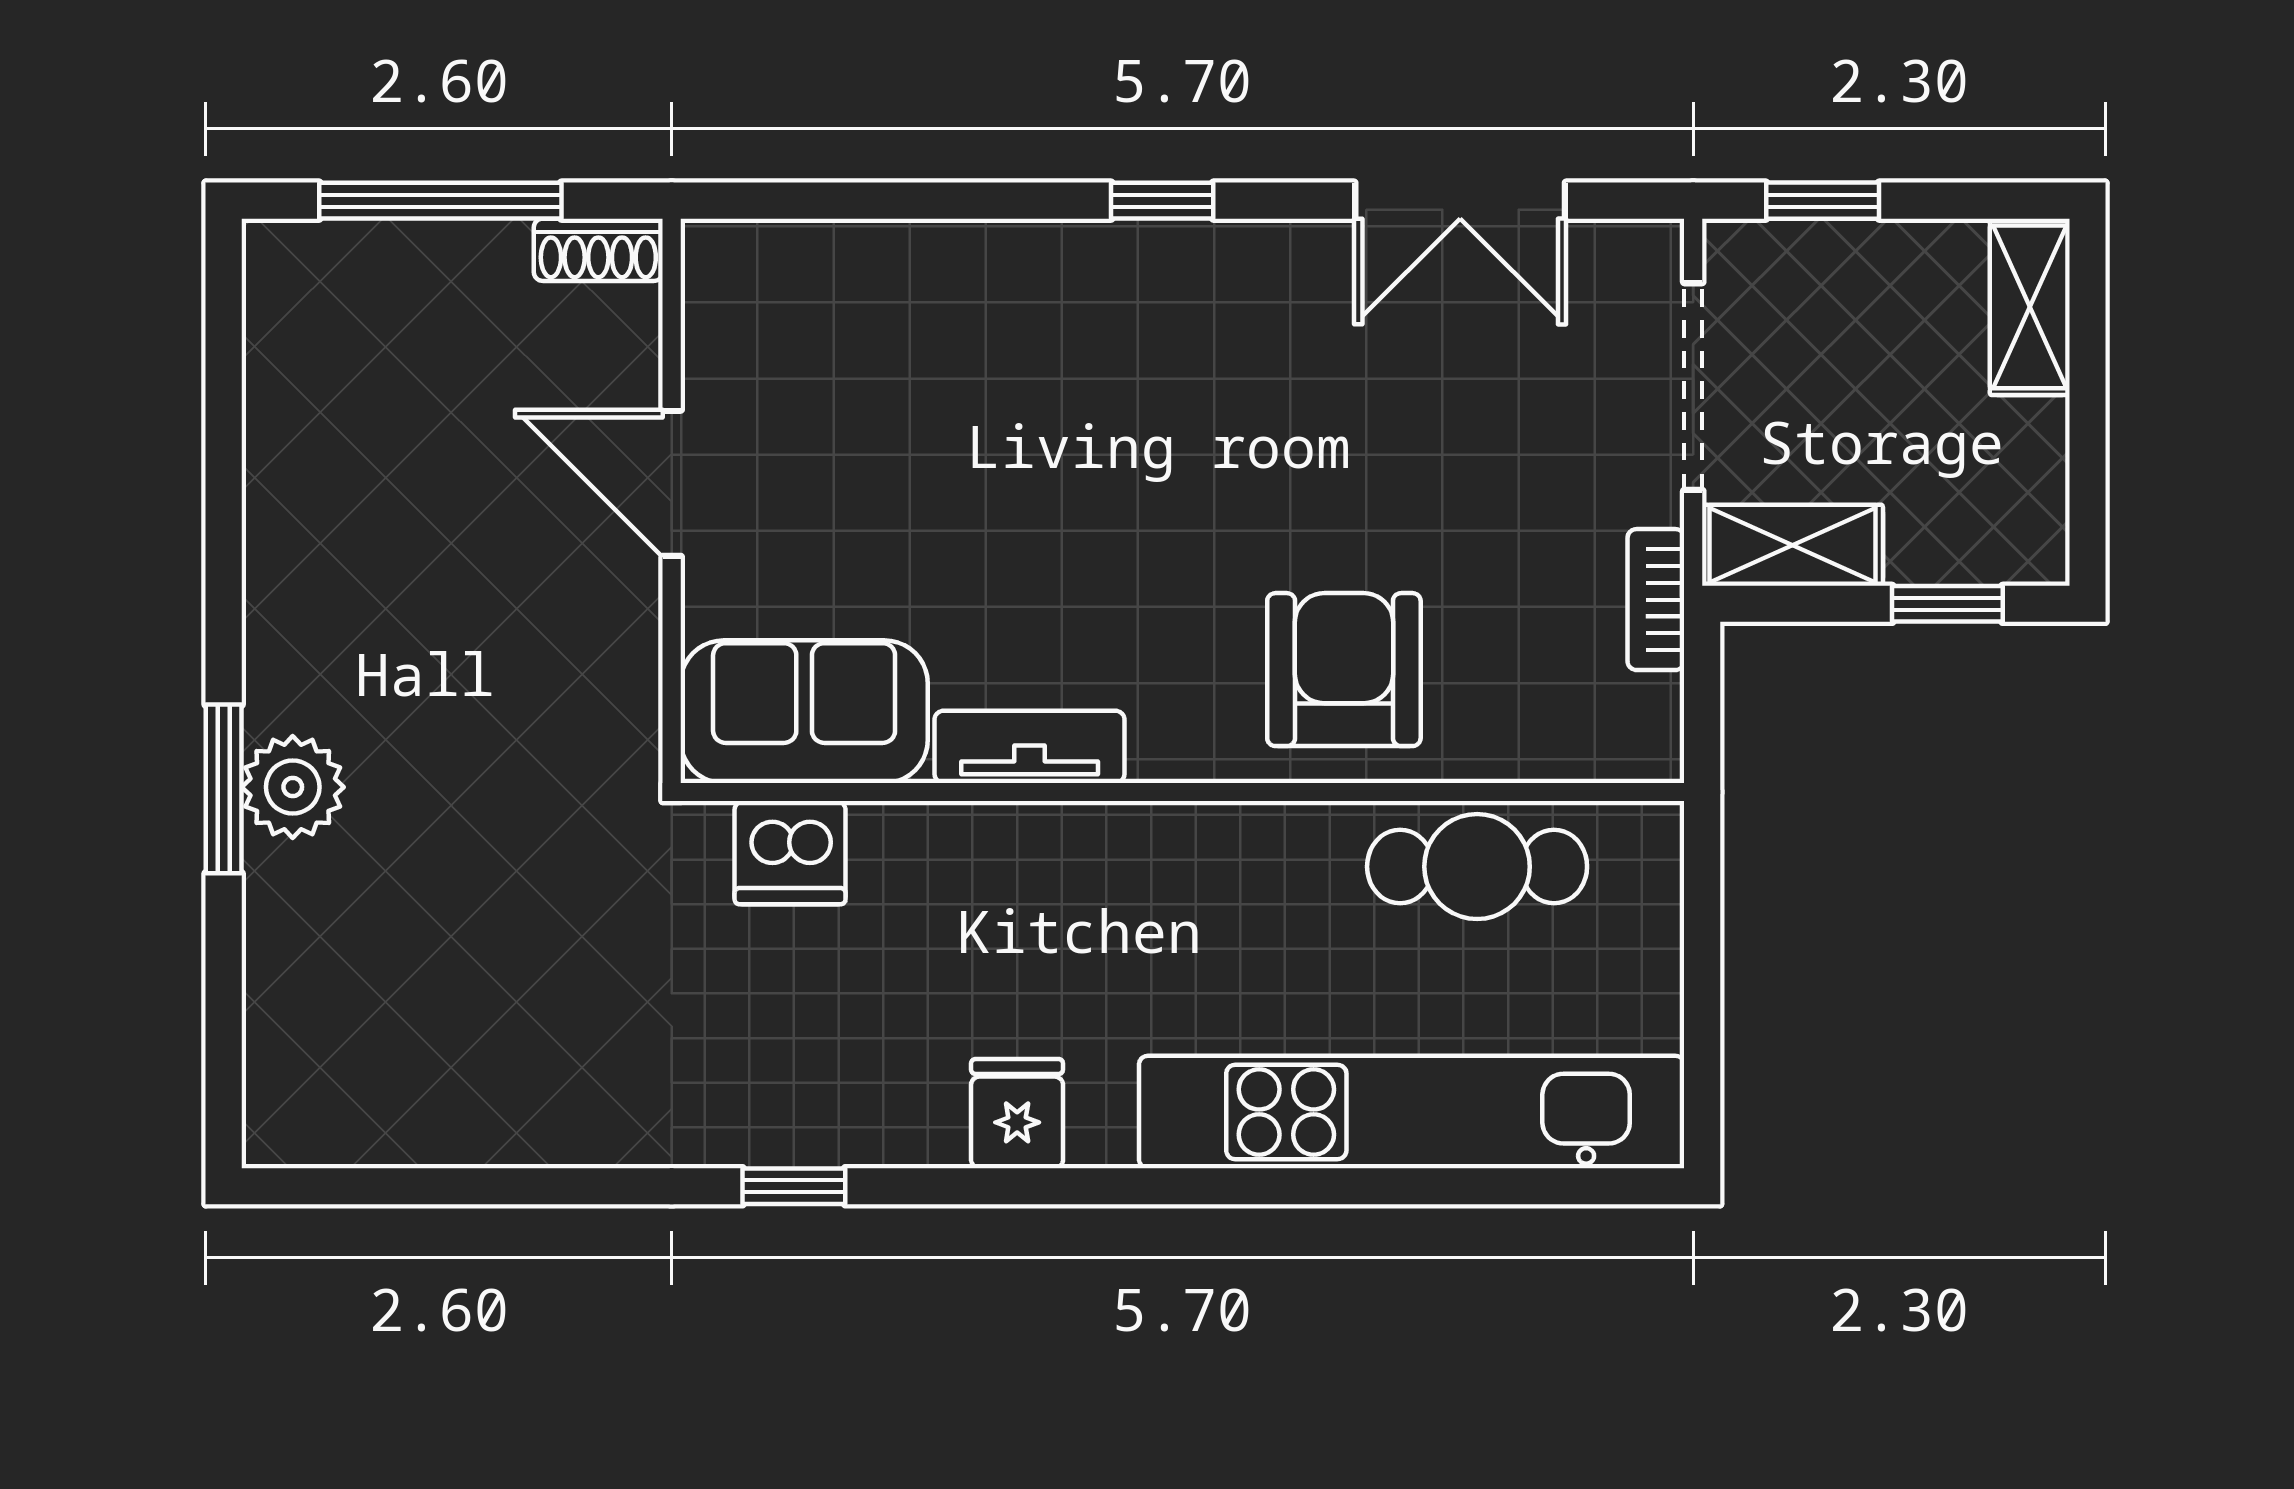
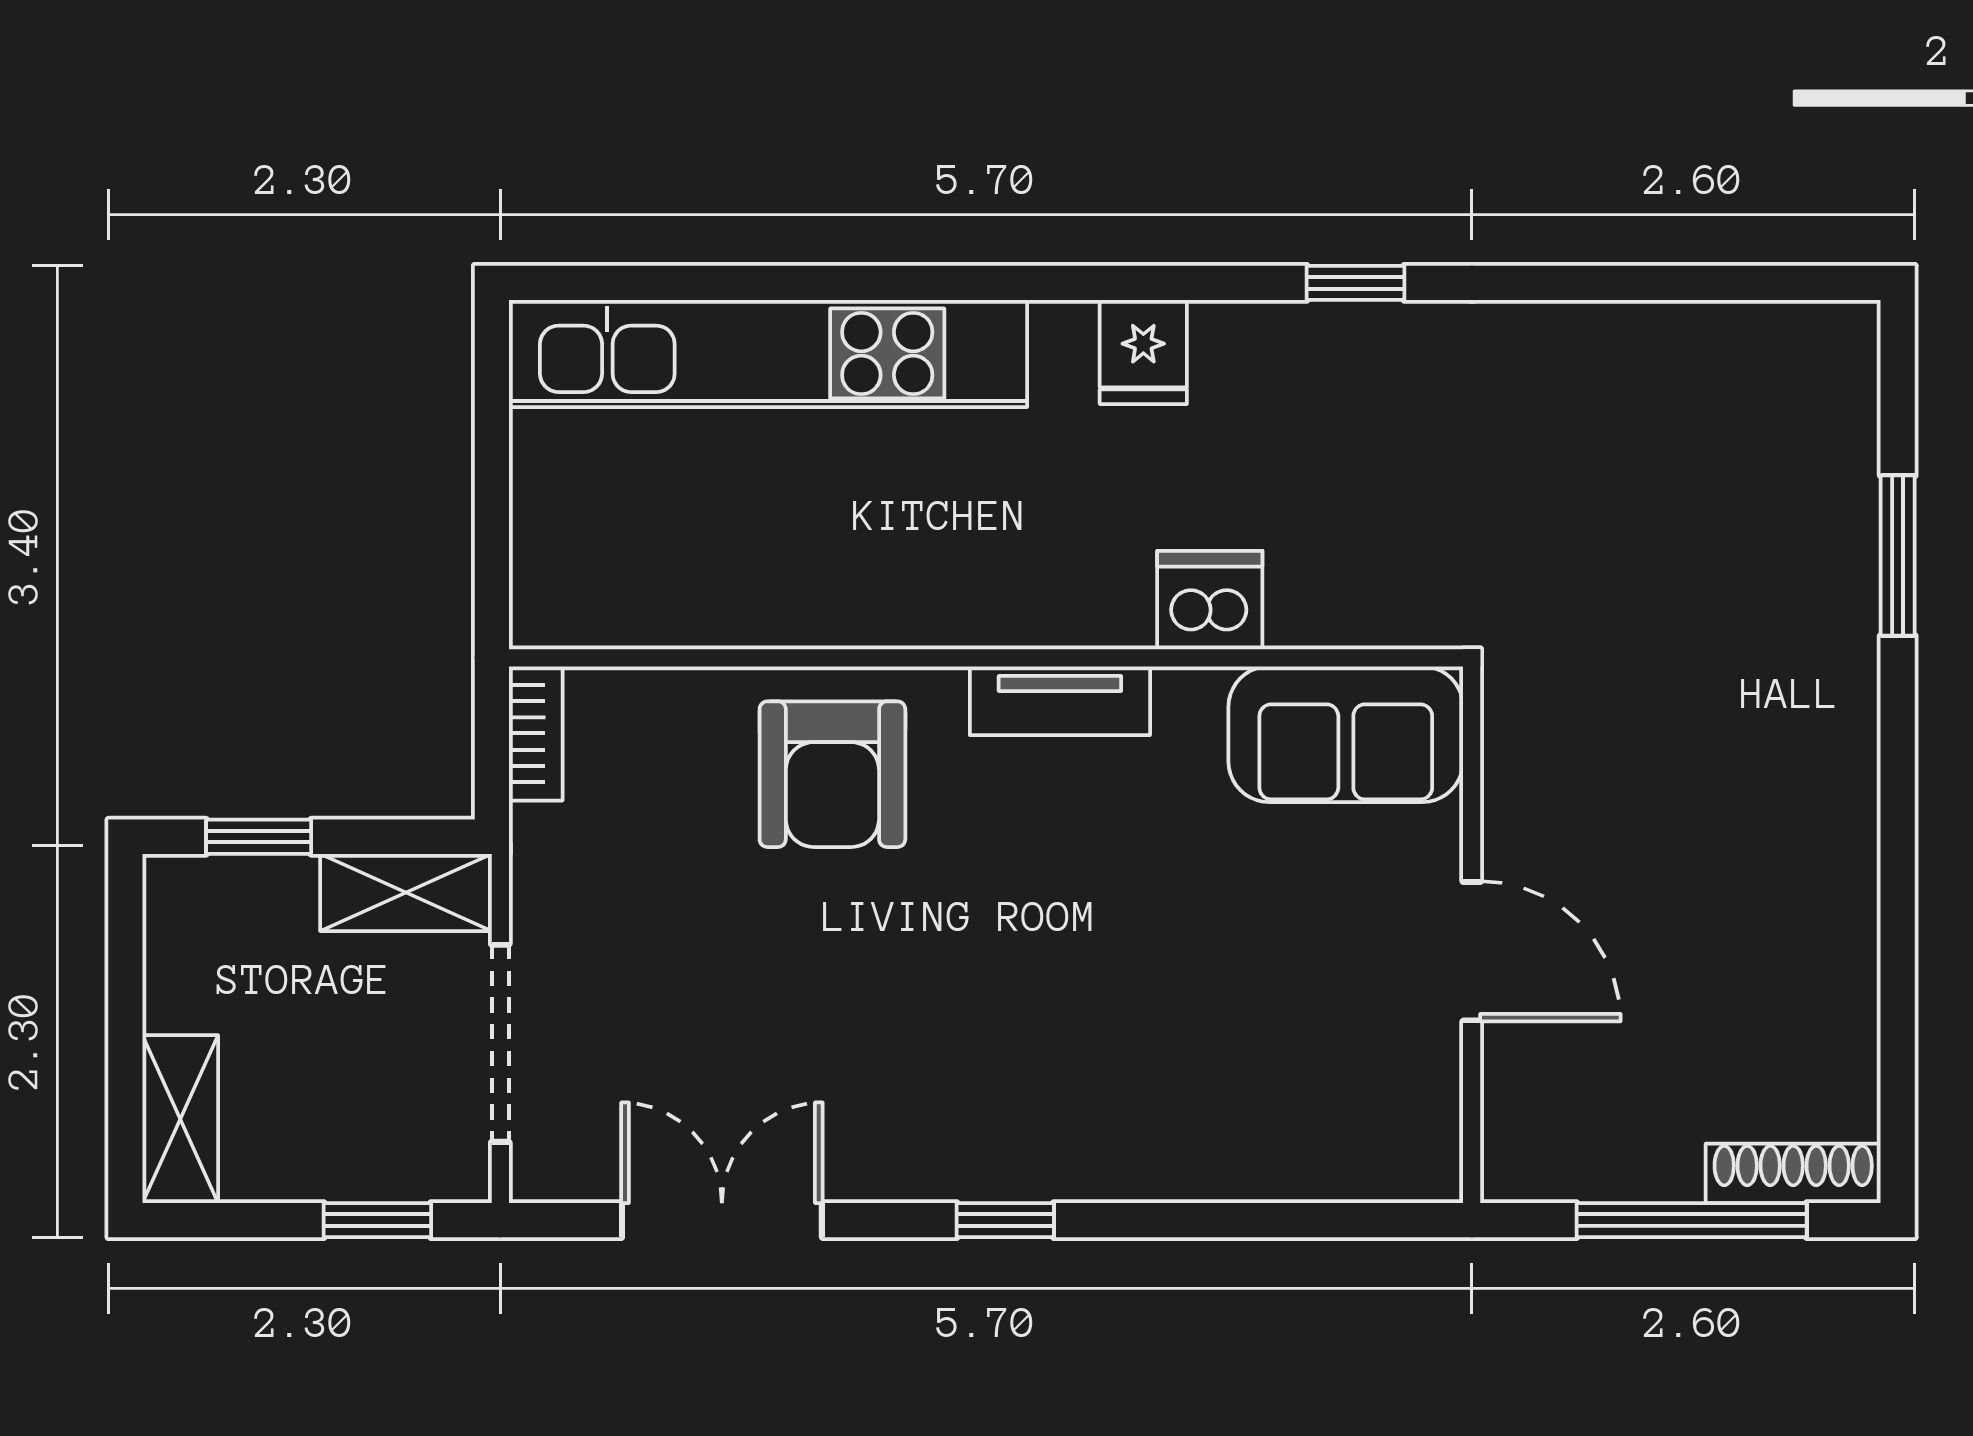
shoe rack: (598, 250) -> (1793, 1173), moved, width x1.43
bookcase: (1656, 600) -> (536, 733), moved
tv unit: (1030, 747) -> (1060, 701), moved
plant: (293, 787) -> (1832, 663), removed
window: (224, 789) -> (1898, 556), moved
dishwasher: (790, 853) -> (1210, 600), moved
cafe table: (1477, 867) -> (706, 587), removed

